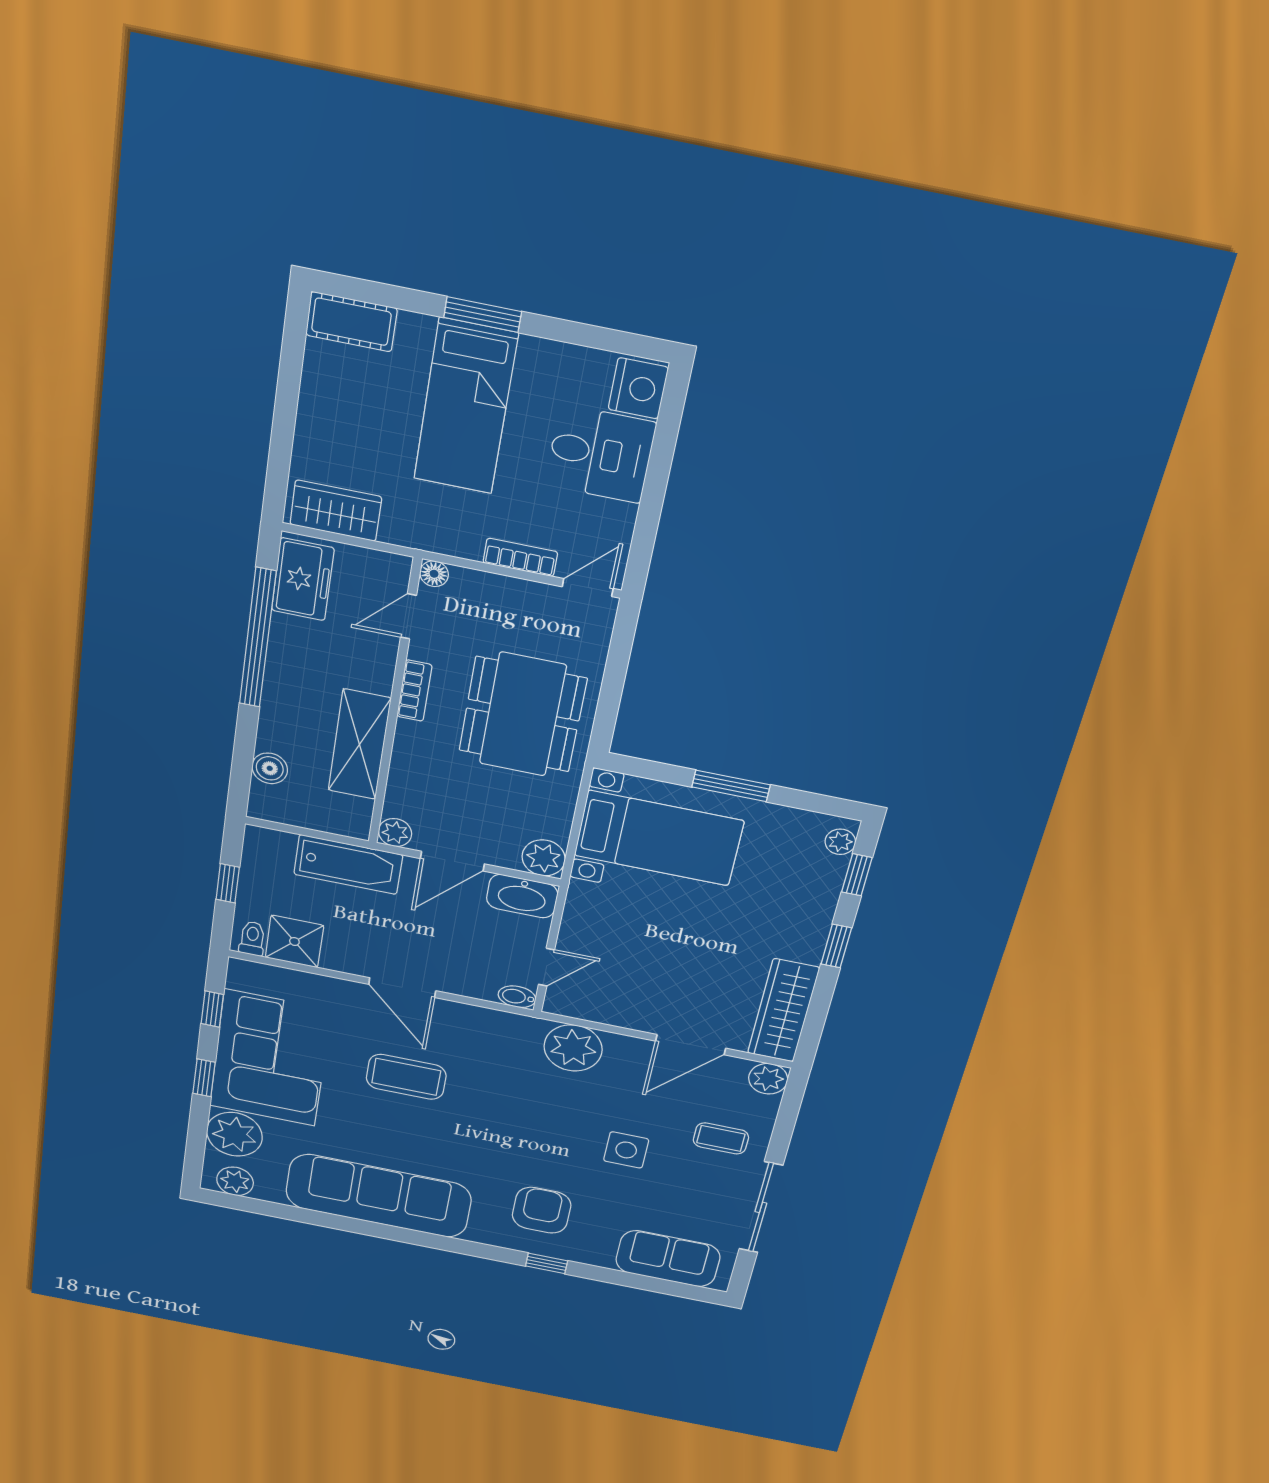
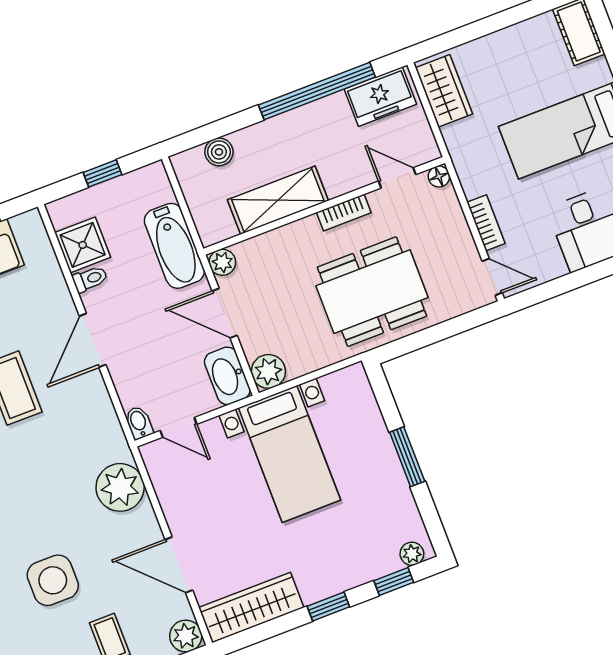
bed with nightstands: (659, 838) -> (289, 454), moved
toilet: (252, 938) -> (90, 279), moved
side table: (626, 1150) -> (53, 580), width x1.37, depth x1.37

